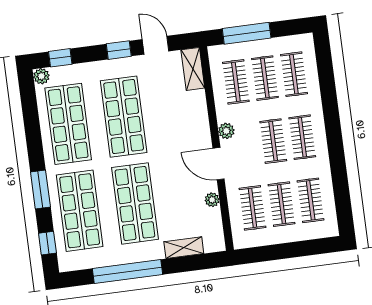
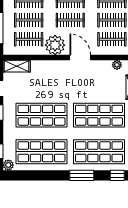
plant: (226, 131) -> (55, 45), width x1.88, depth x1.88
door: (219, 164) -> (80, 57), swing flipped
plant: (212, 200) -> (117, 65), moved

